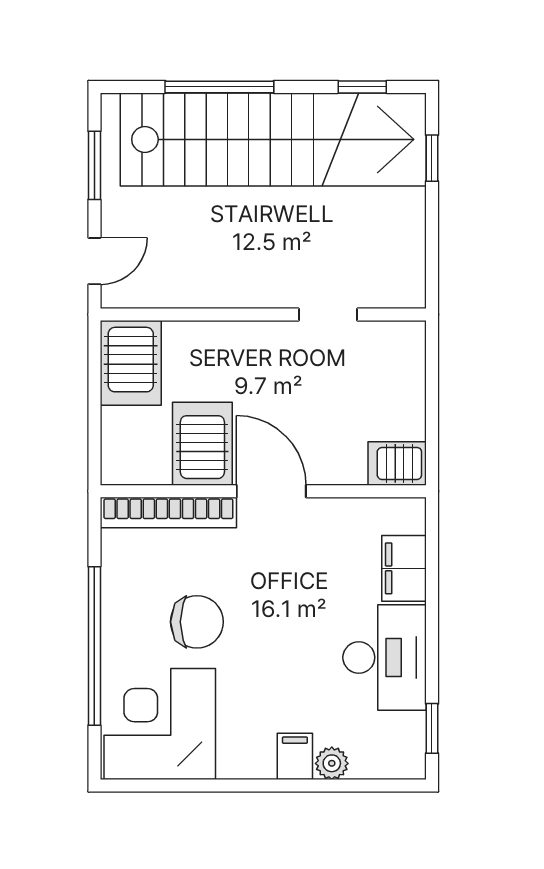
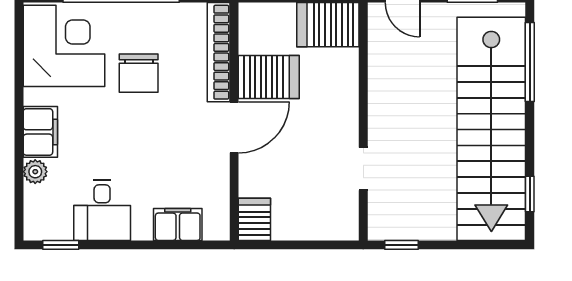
window: (219, 87) -> (530, 62), moved
window: (432, 158) -> (401, 245), moved
desk: (385, 657) -> (102, 210), width x0.73
filing cabinet: (295, 756) -> (40, 132), width x2.00

